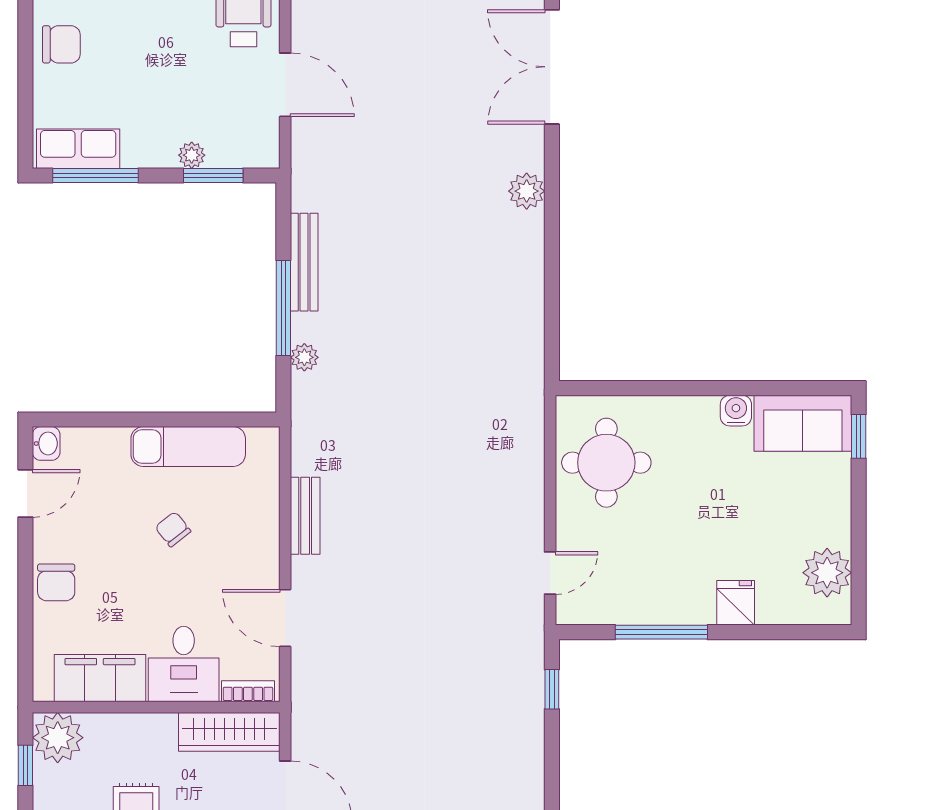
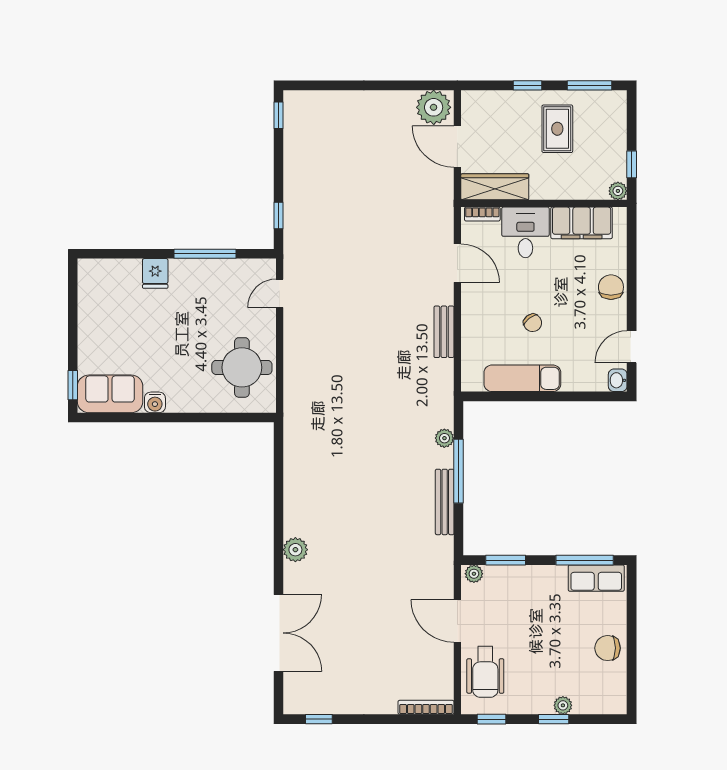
plant: (192, 155) -> (474, 574), moved
plant: (827, 573) -> (94, 294), removed
plant: (58, 738) -> (618, 191), width x0.53, depth x0.53

